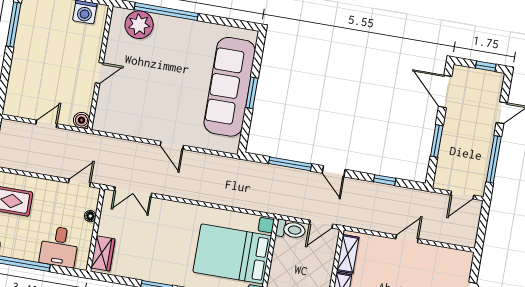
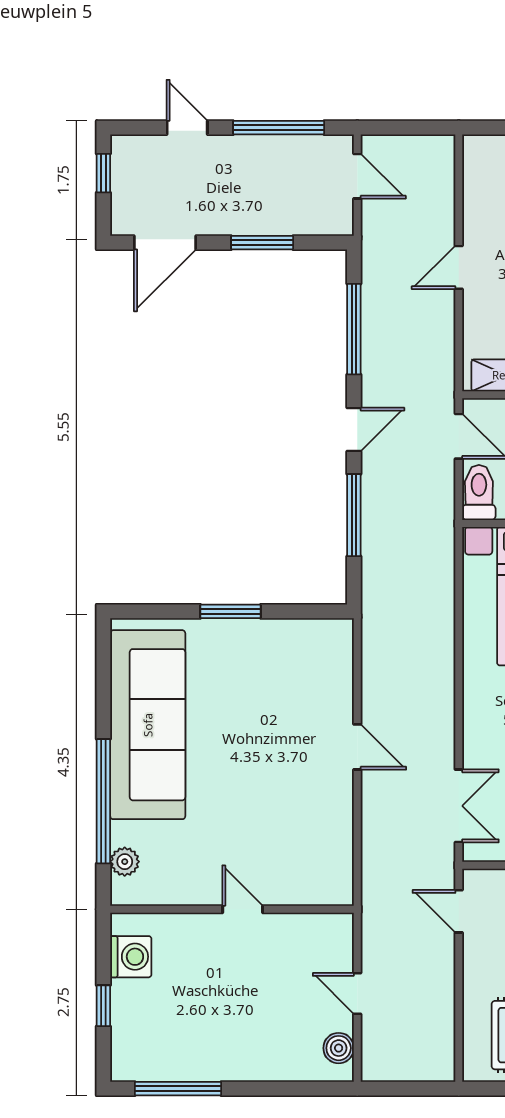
plant: (139, 25) -> (125, 862), width x0.53, depth x0.53
sofa: (230, 87) -> (148, 725), moved, turned -90
boiler: (81, 120) -> (339, 1048), moved
door: (172, 145) -> (357, 747), hinge flipped
window: (385, 180) -> (354, 329), width x2.17
door: (407, 239) -> (459, 267), hinge flipped

